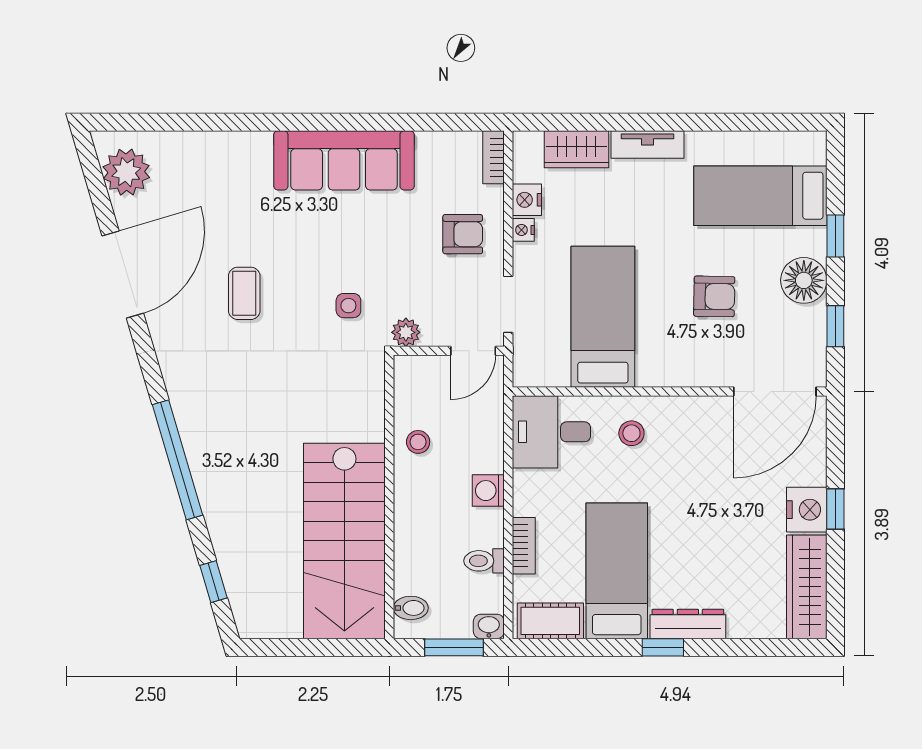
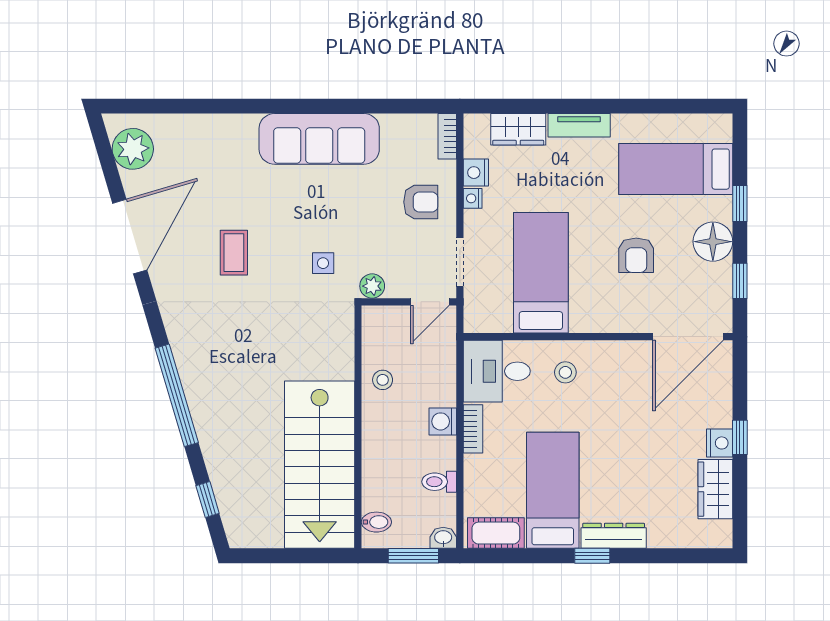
armchair: (714, 296) -> (636, 255), turned 89
nightstand: (807, 510) -> (720, 443), width x0.74, depth x0.75
bookcase: (524, 546) -> (473, 429), moved
wardrobe: (807, 587) -> (715, 489), width x0.67

